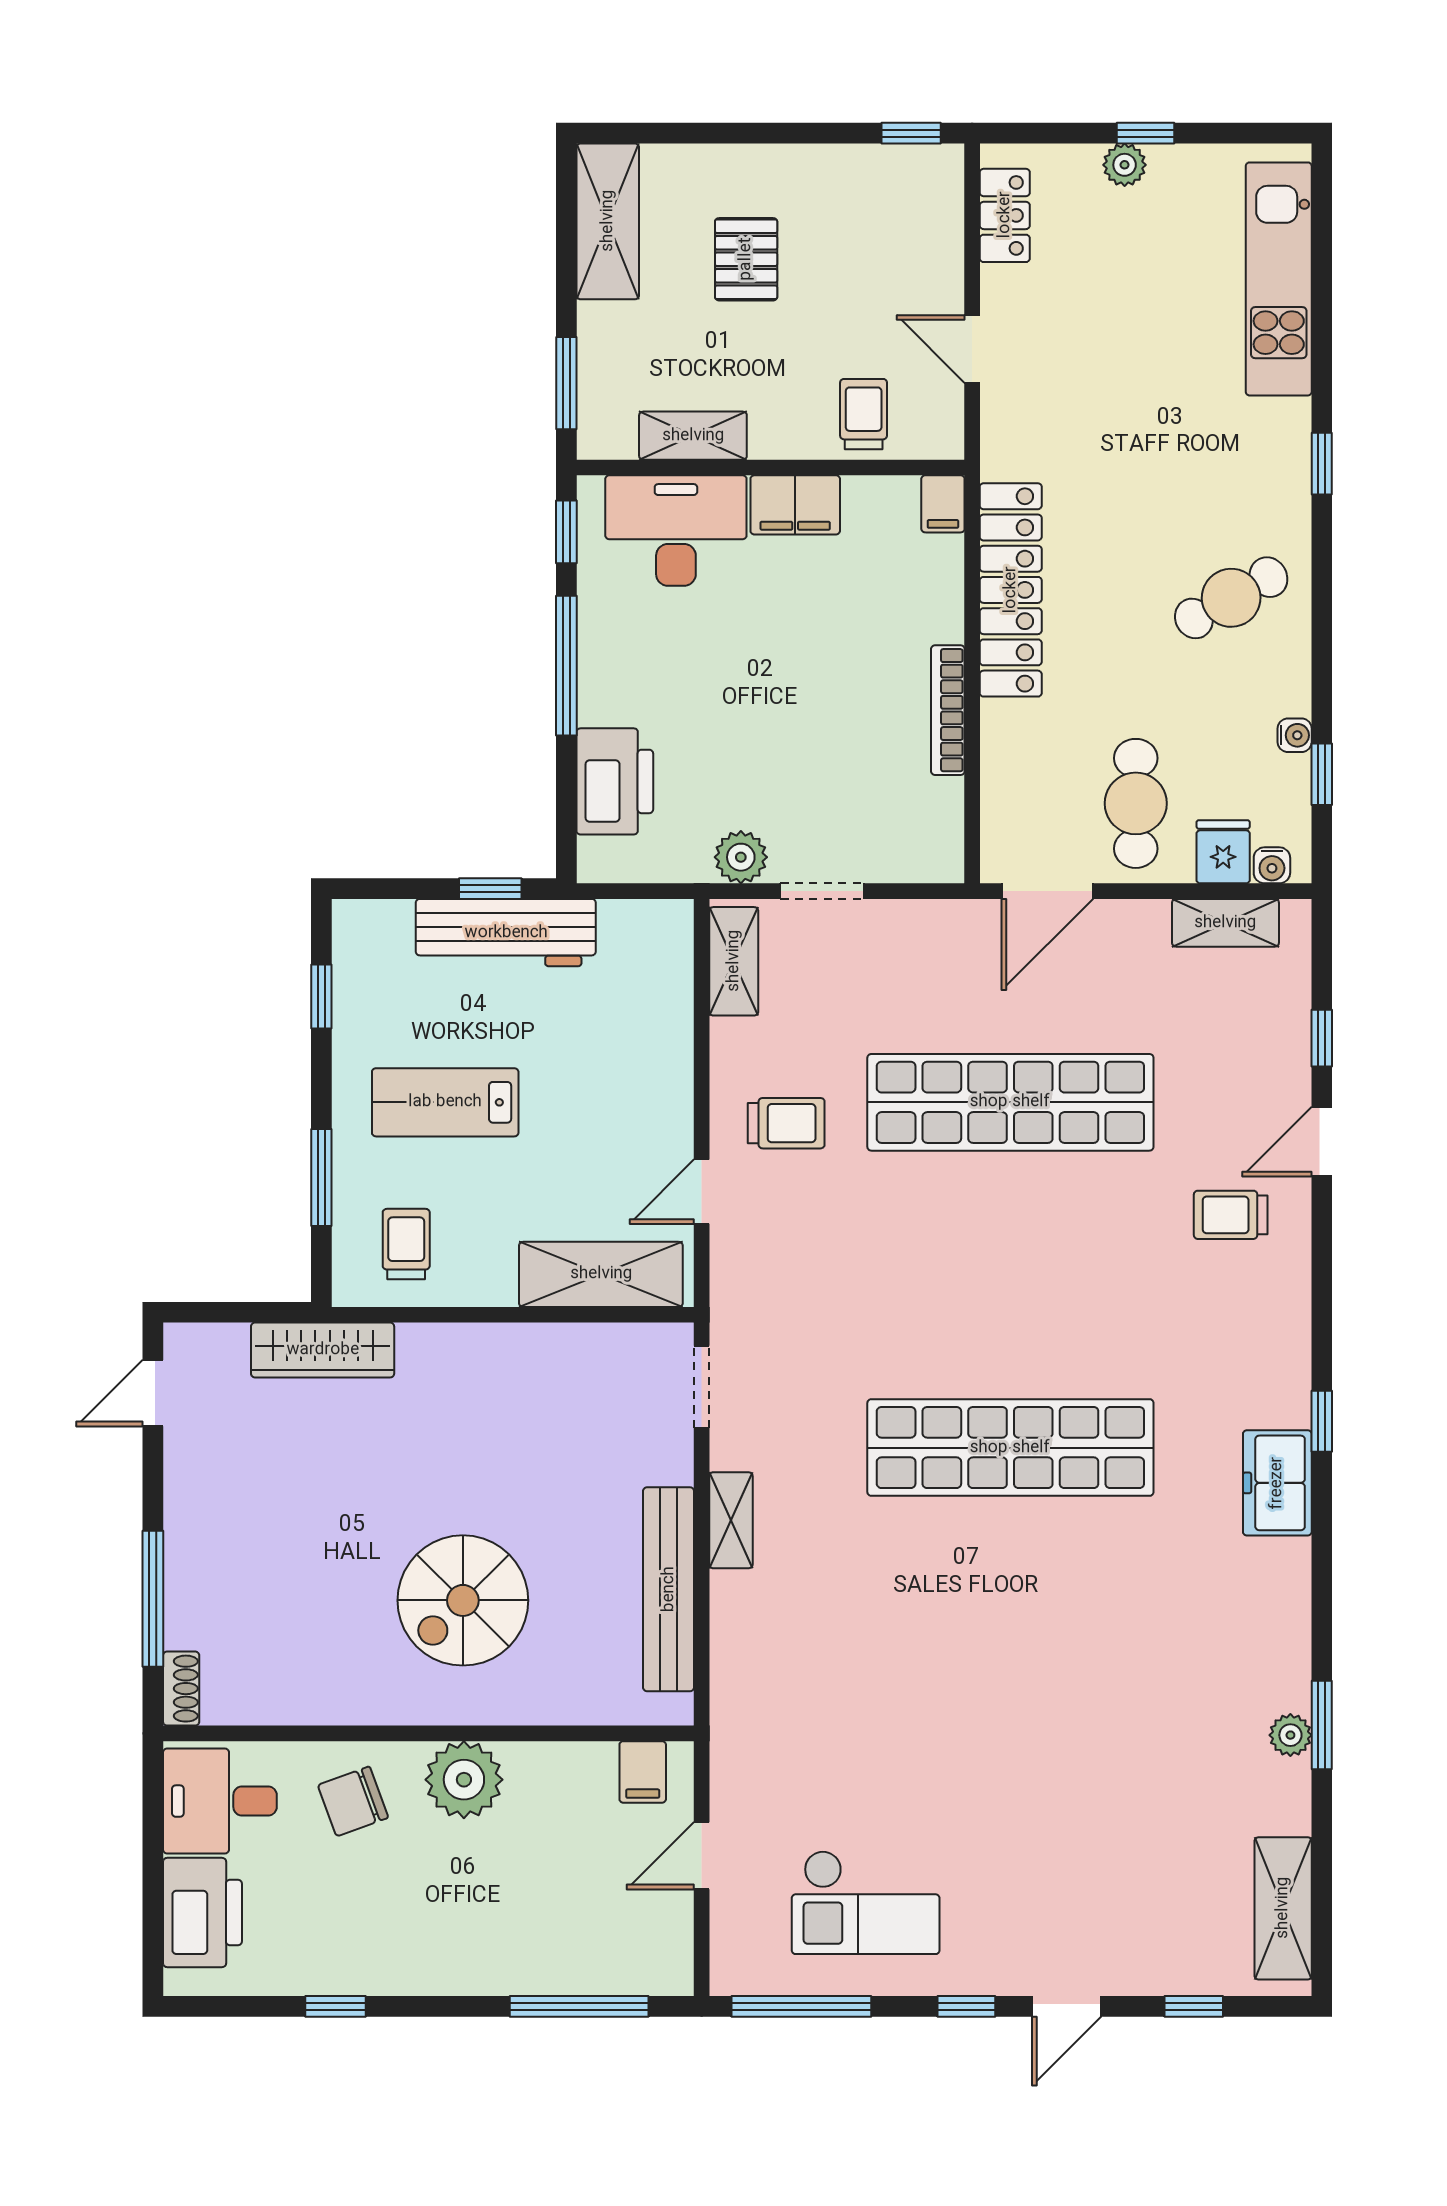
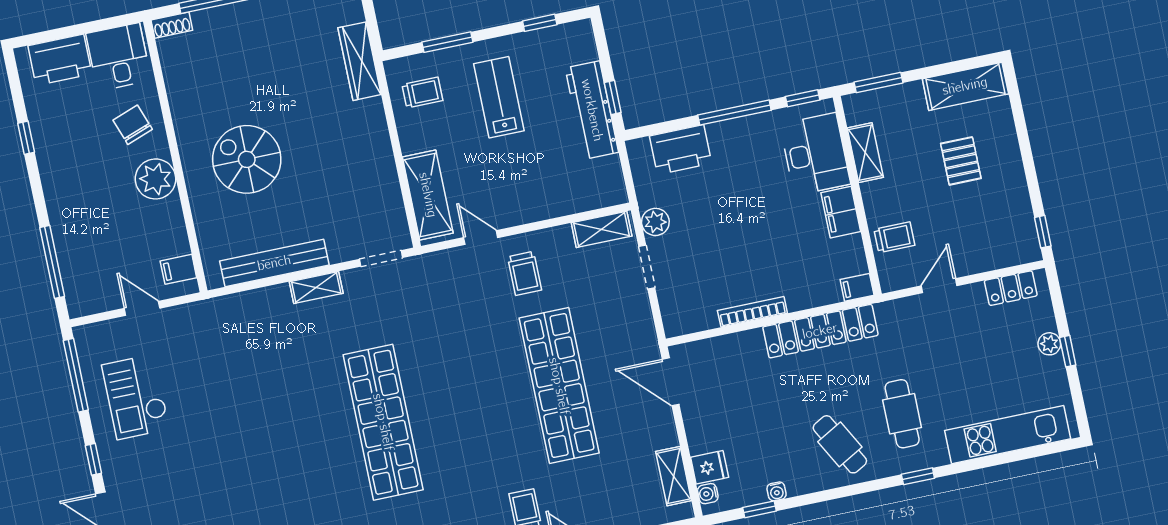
pallet: (746, 259) -> (961, 161), turned 90
cafe table: (1136, 803) -> (902, 414), moved, turned 90

